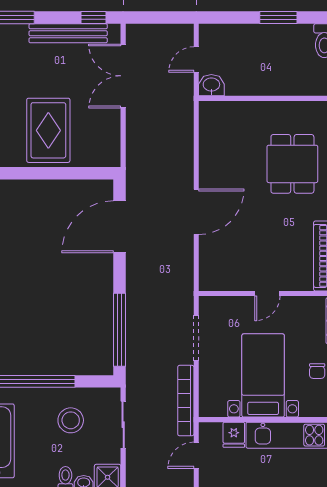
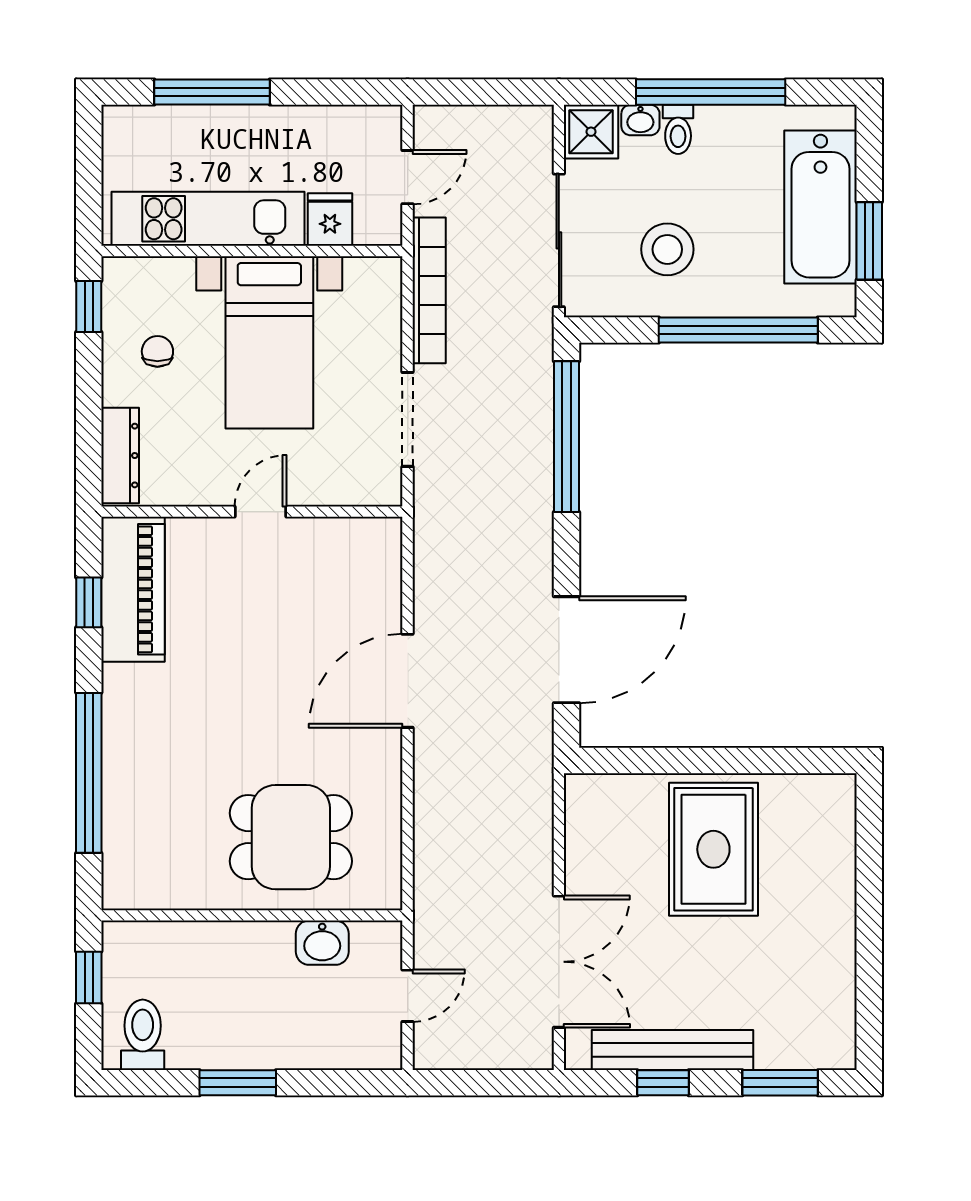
window: (94, 17) -> (663, 1083), moved
washbasin: (211, 85) -> (322, 943), moved
dining table: (292, 164) -> (291, 837), moved, turned 90
sliding door: (123, 425) -> (559, 240), width x1.37

